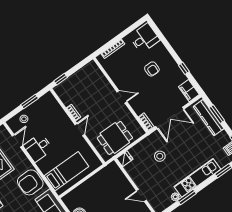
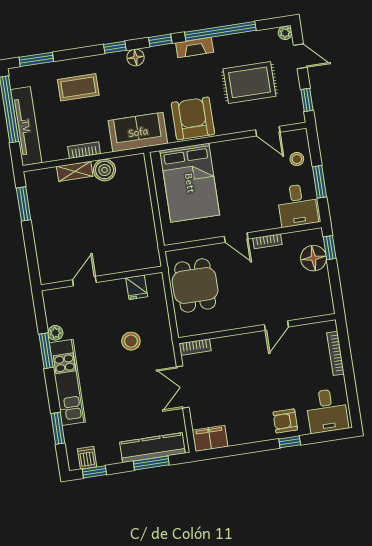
window: (184, 68) -> (290, 442), moved
armchair: (152, 69) -> (285, 421), moved
floor lamp: (70, 85) -> (314, 258), added
door: (122, 97) -> (276, 326), moved
double door: (170, 118) -> (183, 387), width x0.73
desk: (38, 148) -> (297, 205), moved, turned 180
fridge: (125, 159) -> (137, 287), moved
bed: (67, 171) -> (190, 183), width x1.50

